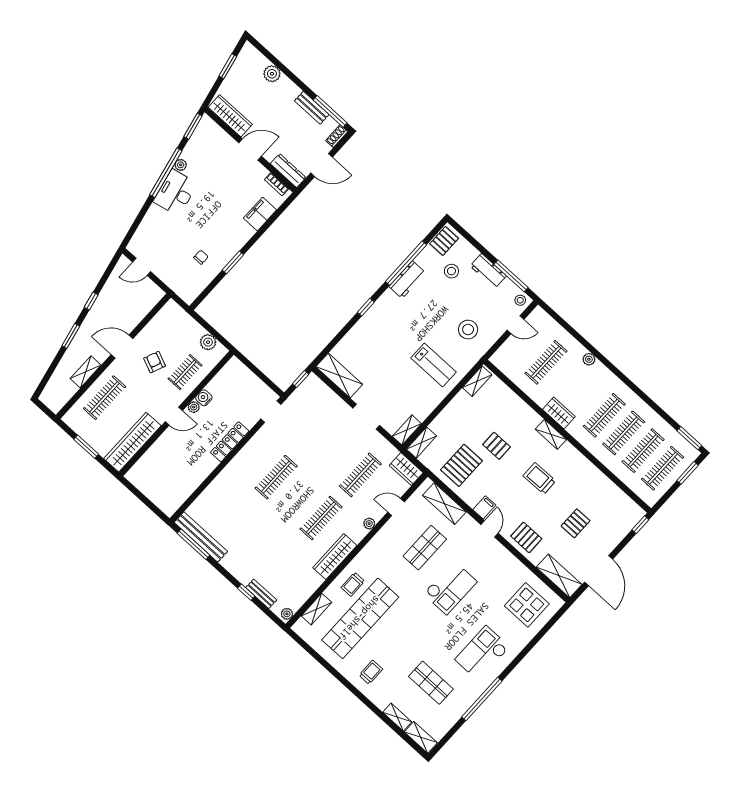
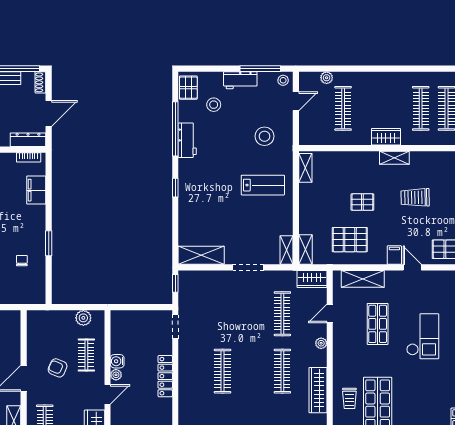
plant: (589, 359) -> (327, 78), moved
pallet: (461, 465) -> (350, 240), turned 90

